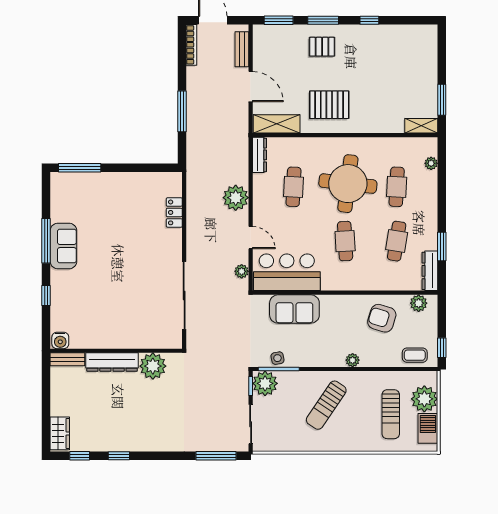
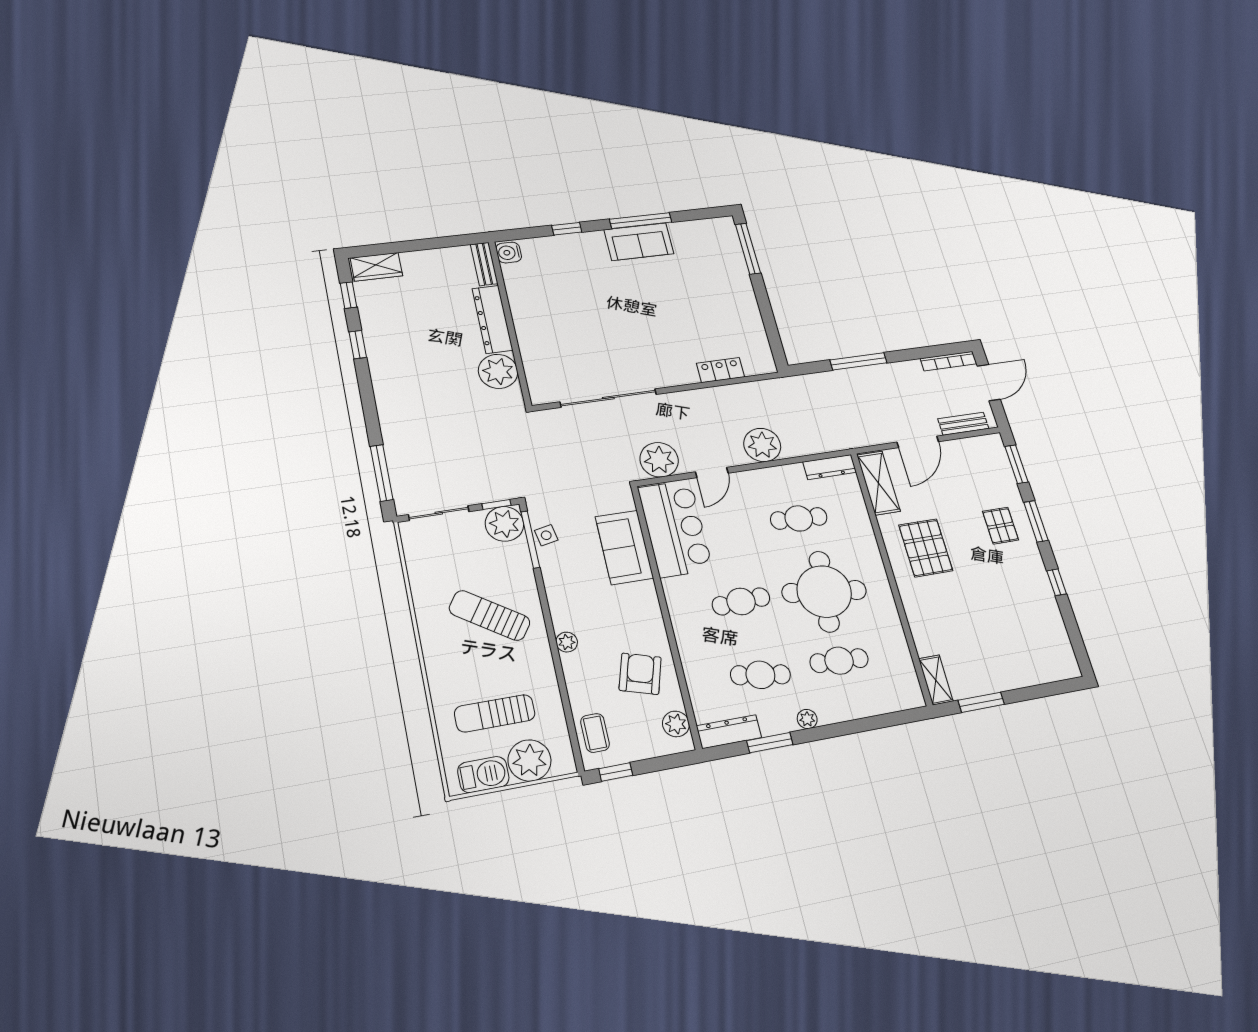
plant: (431, 163) -> (807, 719), moved
plant: (242, 271) -> (659, 460), width x1.88, depth x1.88

